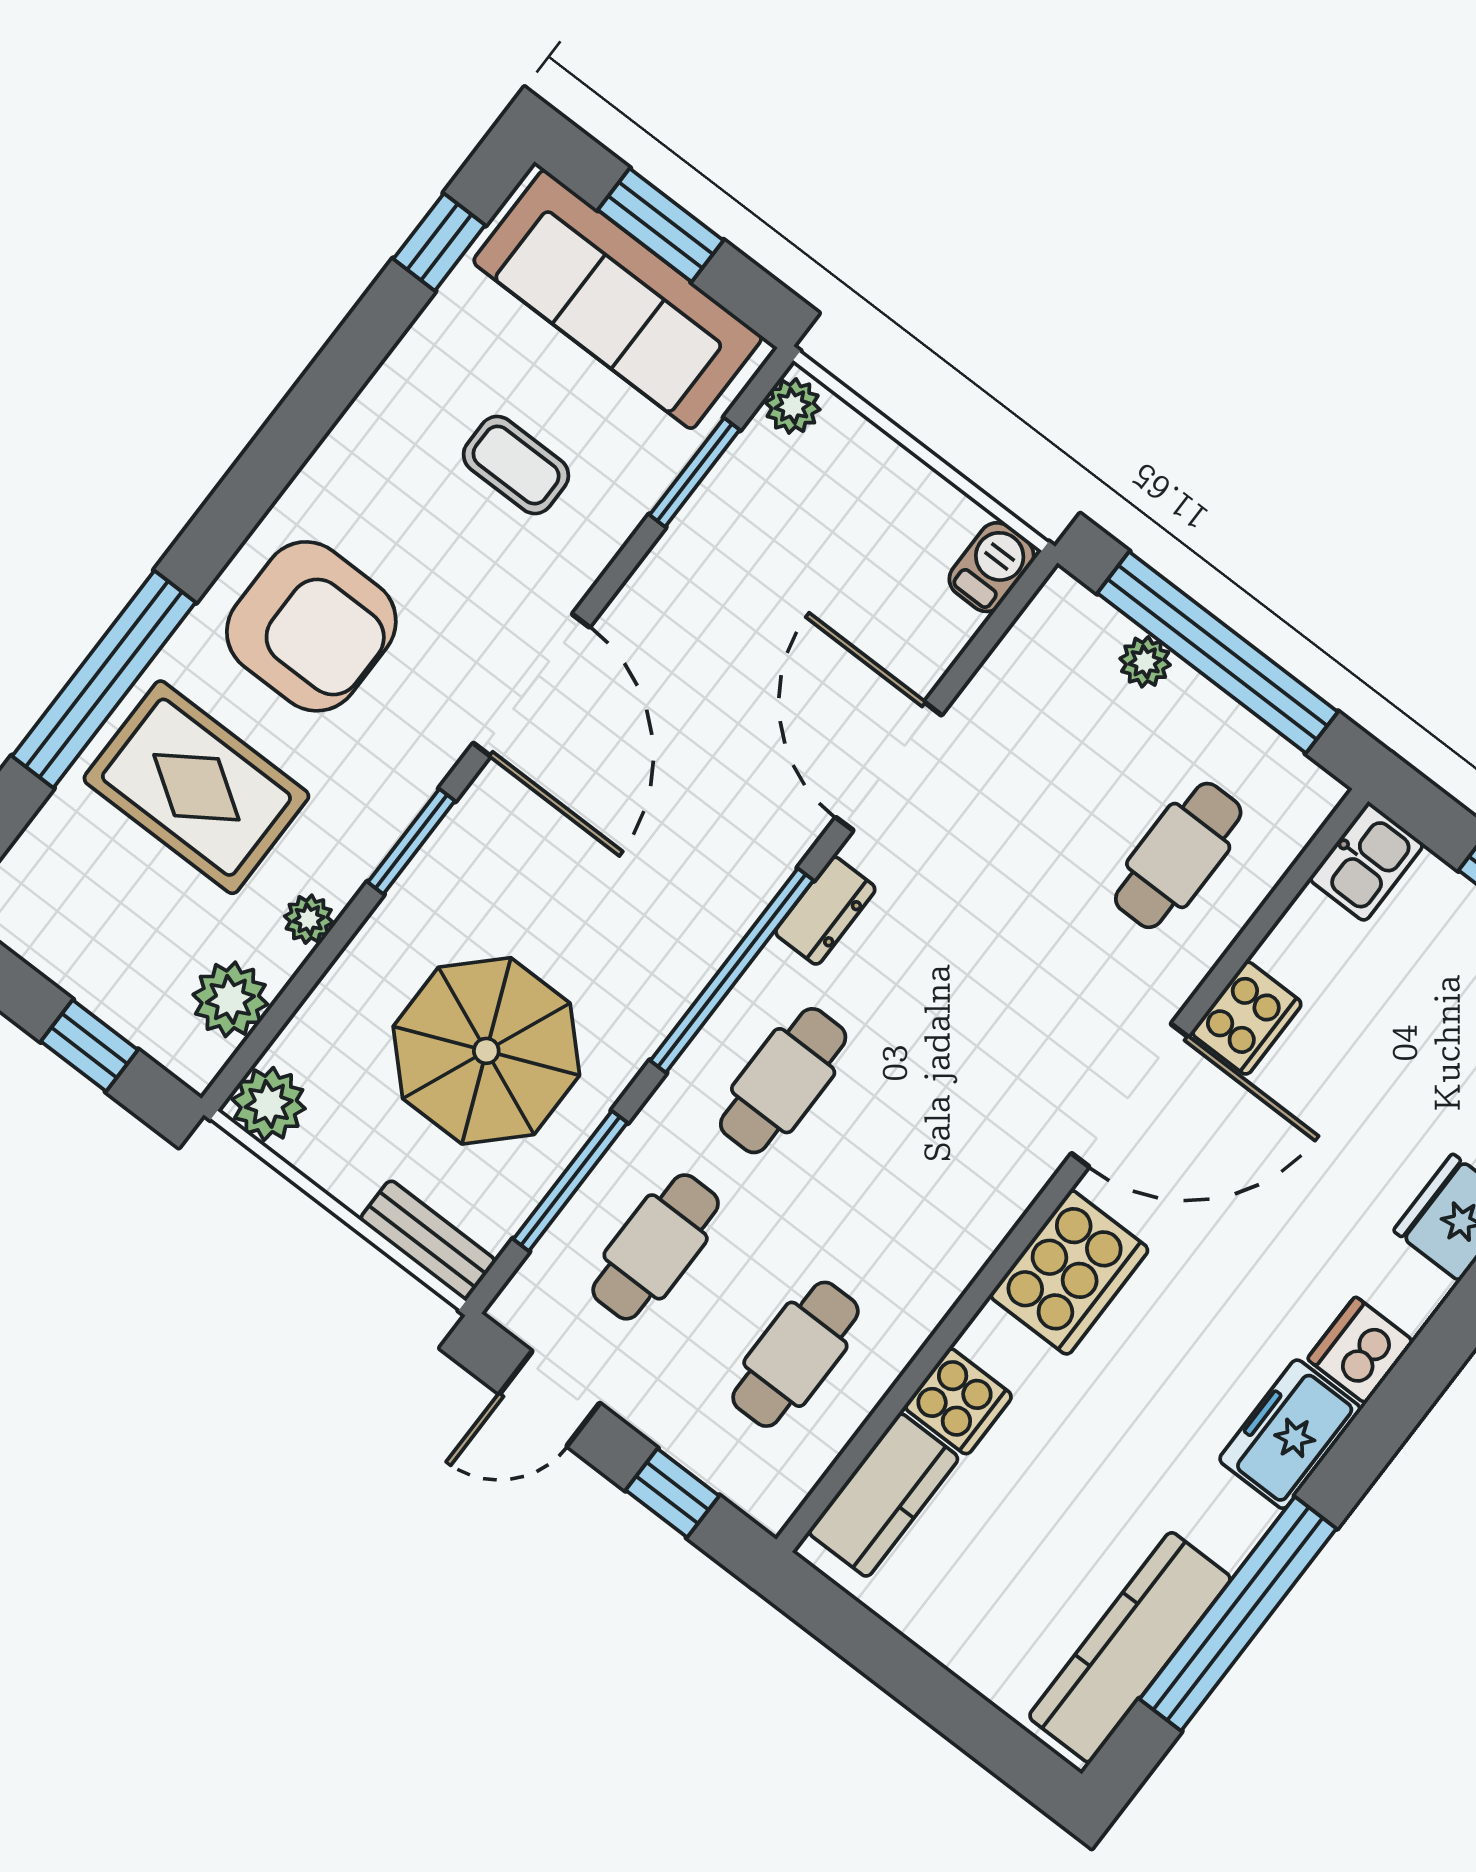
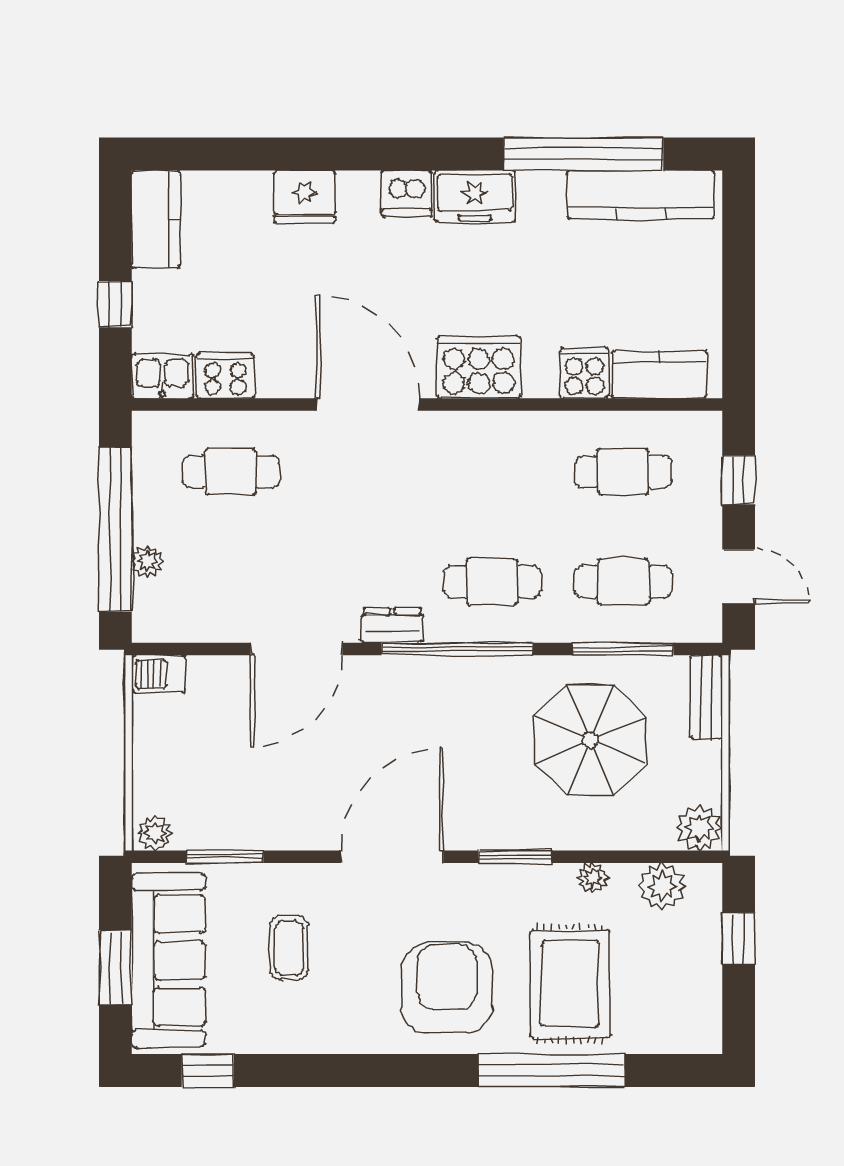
cooker: (1247, 1018) -> (225, 376), moved

